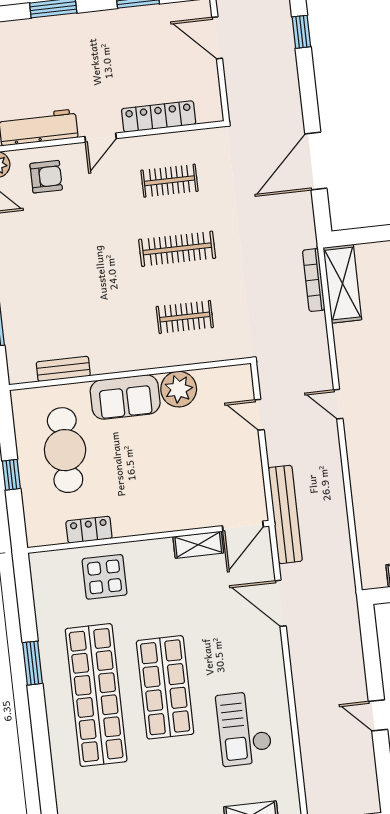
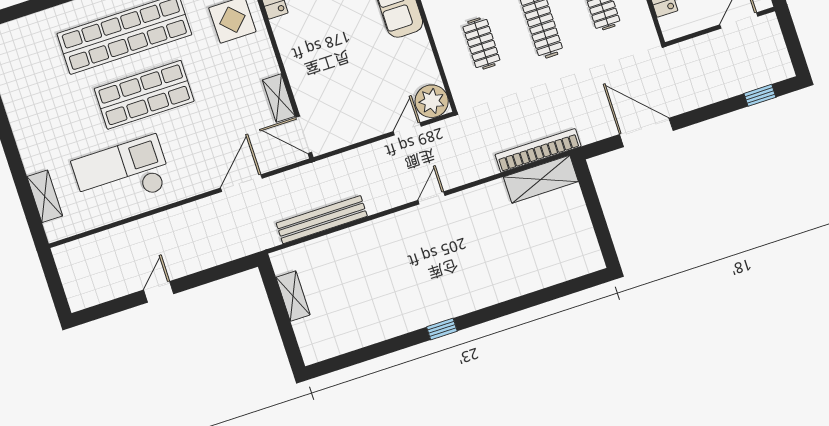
bookcase: (314, 280) -> (538, 151), width x1.48, depth x1.31
plant: (179, 389) -> (432, 101), moved
bench: (285, 514) -> (322, 220), moved
checkout: (244, 728) -> (122, 174), width x1.36, depth x1.21

